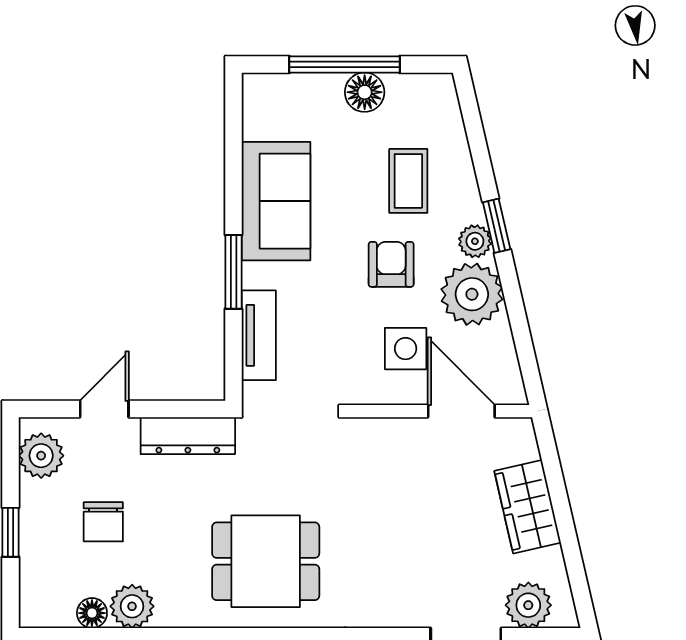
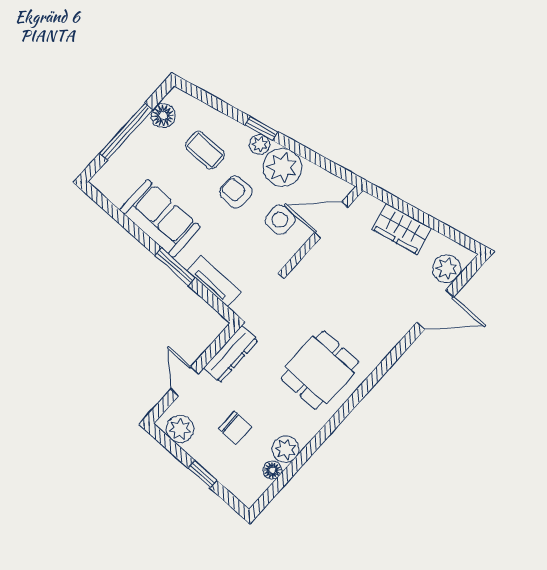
floor lamp: (365, 92) -> (163, 116), moved

